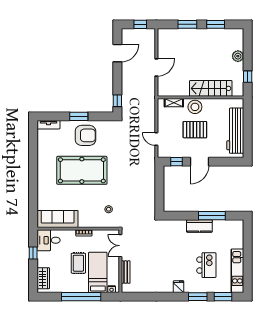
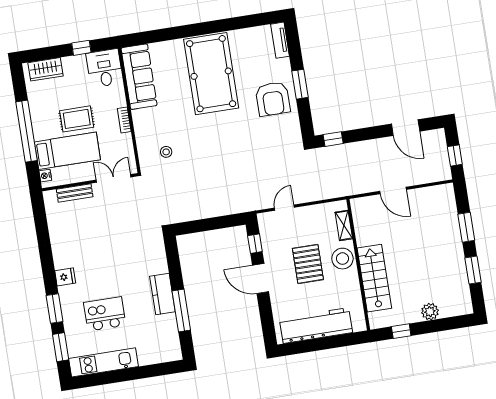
pool table: (82, 170) -> (211, 74), moved
kitchen island: (206, 265) -> (105, 314), turned 180

